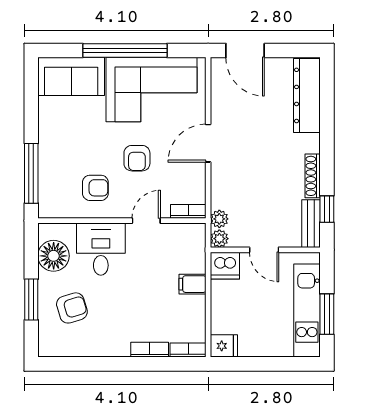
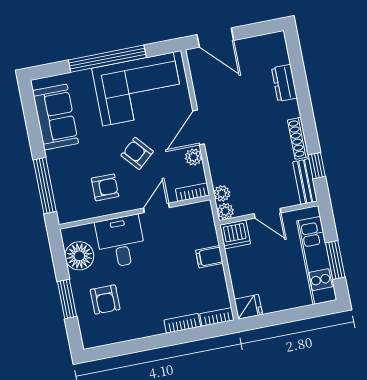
sofa: (71, 76) -> (55, 117), moved, turned -90
dresser: (307, 95) -> (284, 83), width x0.51, depth x0.80
armchair: (137, 158) -> (137, 153), turned 139
plant: (197, 174) -> (194, 157), added
armchair: (72, 308) -> (105, 299), turned 107

